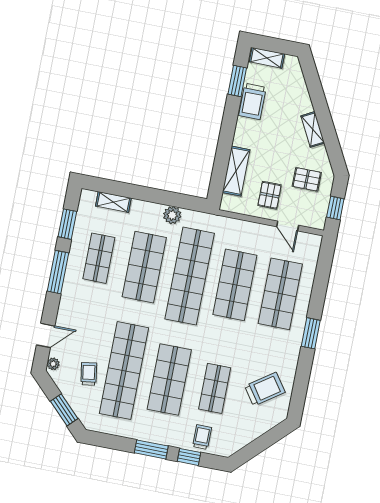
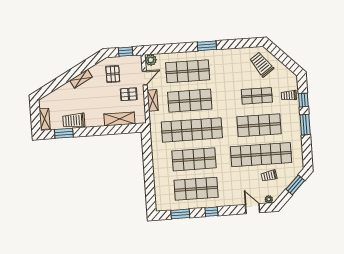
trolley: (252, 101) -> (74, 120), turned 180
shelving: (113, 202) -> (153, 100), moved
plant: (172, 215) -> (151, 60), moved
shop shelf: (99, 258) -> (196, 189), width x1.43, depth x1.36
window: (58, 272) -> (211, 212), width x0.46
trolley: (265, 389) -> (262, 64), moved

